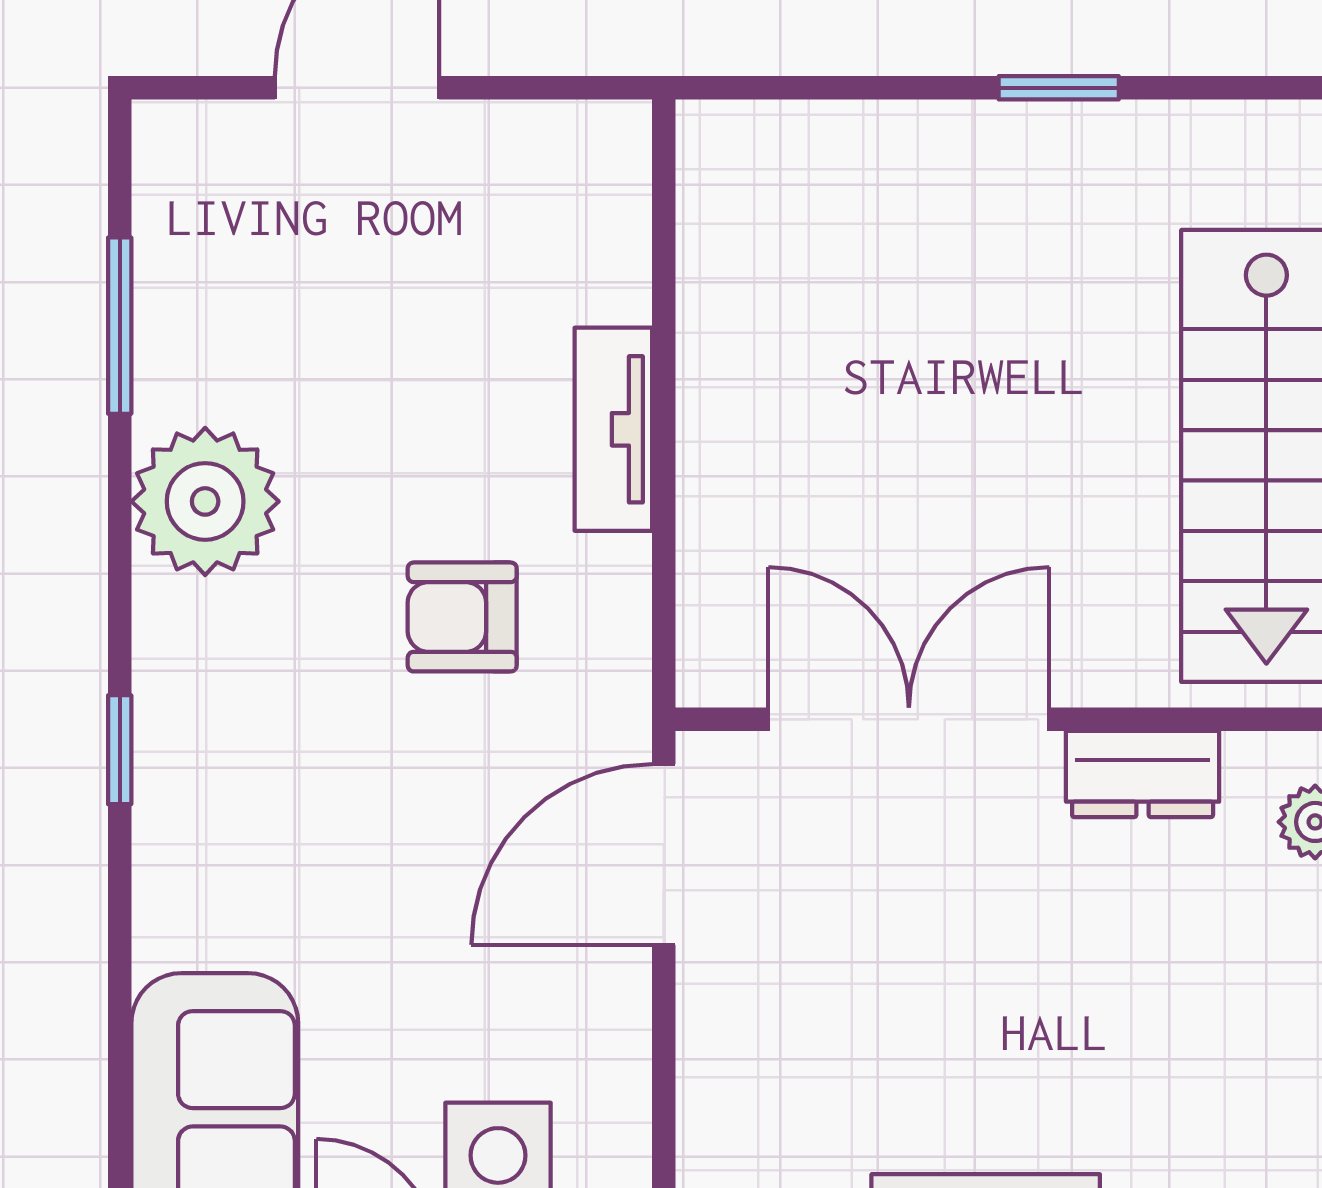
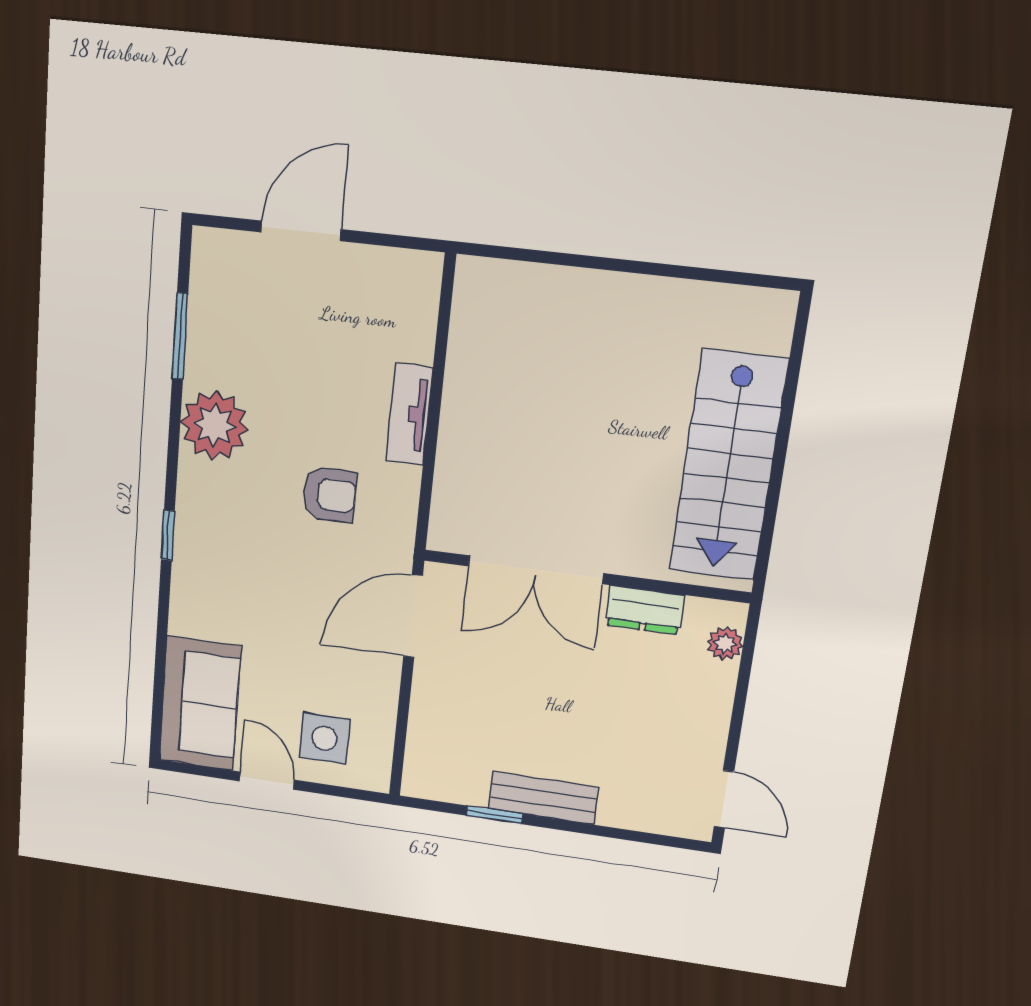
window: (1059, 88) -> (650, 269), removed
armchair: (462, 617) -> (330, 495), turned 180
double door: (909, 719) -> (536, 570), swing flipped

